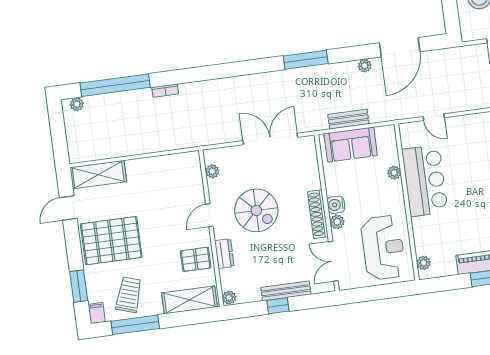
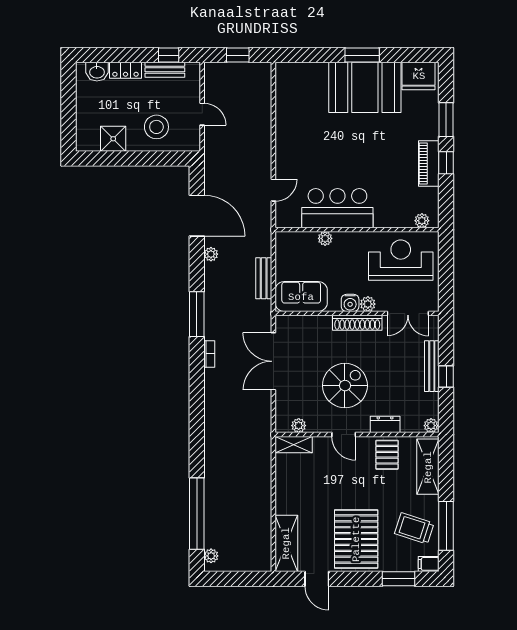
bookcase: (165, 91) -> (209, 354), moved
sofa: (351, 145) -> (301, 297), moved, turned -90
shelving: (193, 169) -> (294, 445), added

